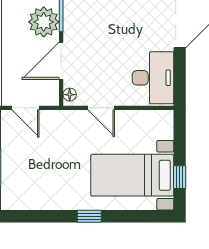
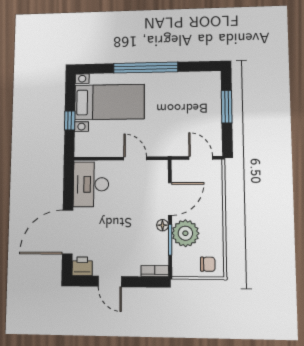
floor lamp: (70, 95) -> (163, 225), moved
window: (180, 177) -> (70, 120), moved
window: (89, 216) -> (146, 68), width x3.17

